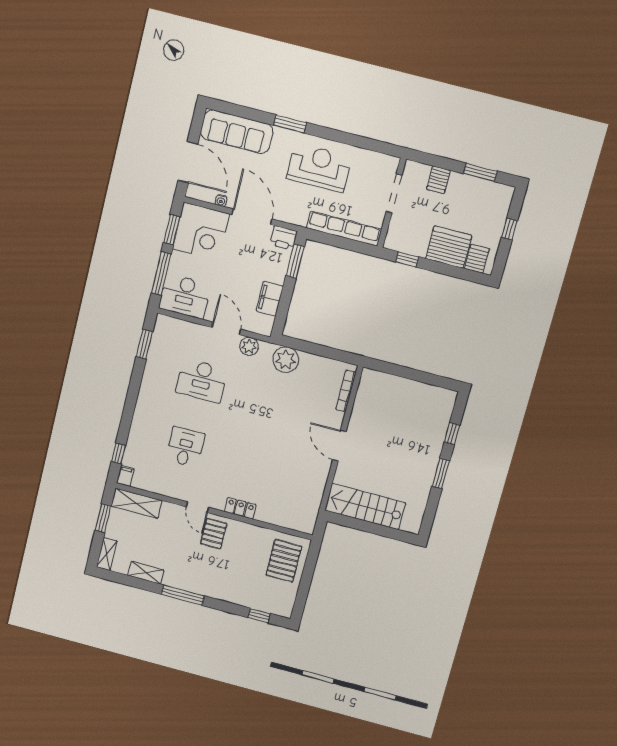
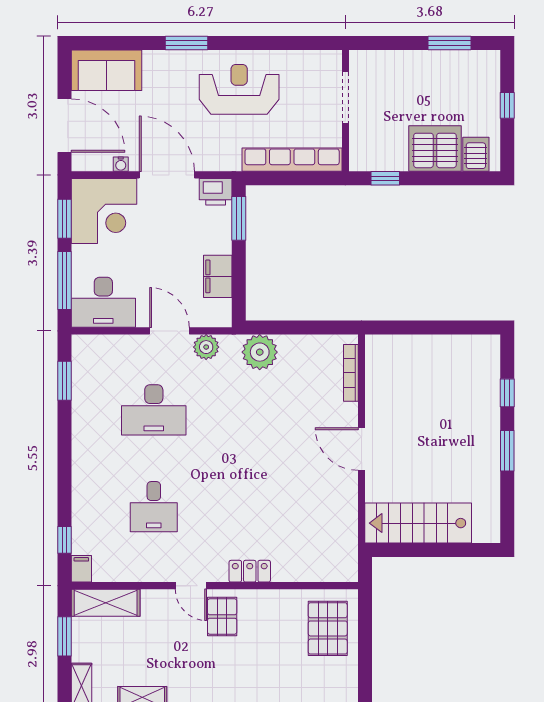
sofa: (237, 132) -> (106, 70), width x0.73
server rack: (438, 180) -> (398, 66), removed
desk: (185, 447) -> (154, 507), turned 180

